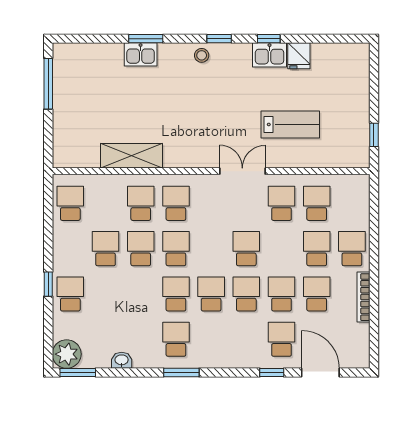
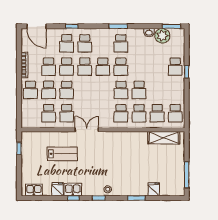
kitchen sink: (141, 54) -> (34, 190), moved
fridge: (112, 55) -> (154, 189), added
lab bench: (290, 124) -> (62, 154), turned 180
shelving: (132, 156) -> (164, 138), moved
double door: (242, 171) -> (87, 130), swing flipped
school desk: (106, 249) -> (157, 113), moved
school desk: (246, 249) -> (67, 90), moved
school desk: (246, 339) -> (85, 43), added
plant: (67, 354) -> (162, 36), moved
door: (320, 372) -> (36, 26), moved

